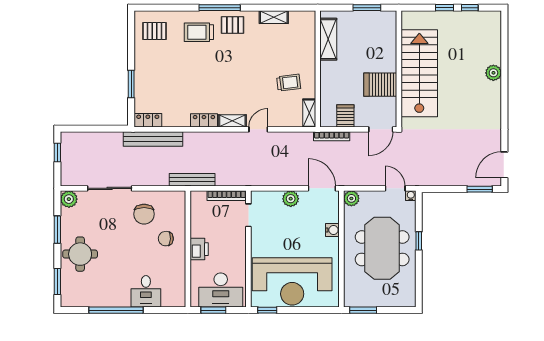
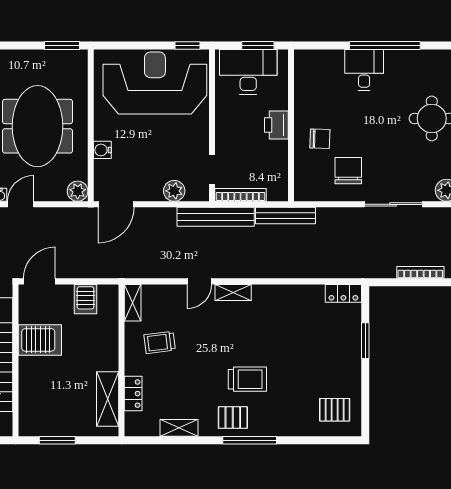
trolley: (199, 32) -> (247, 379), moved
locker: (204, 120) -> (133, 394), moved, turned -90
bookcase: (332, 136) -> (420, 272), moved
bench: (153, 139) -> (216, 217), moved
door: (322, 188) -> (116, 204), hinge flipped
door: (395, 188) -> (21, 204), swing flipped
plant: (291, 199) -> (174, 191), moved
desk: (146, 291) -> (364, 70), moved

